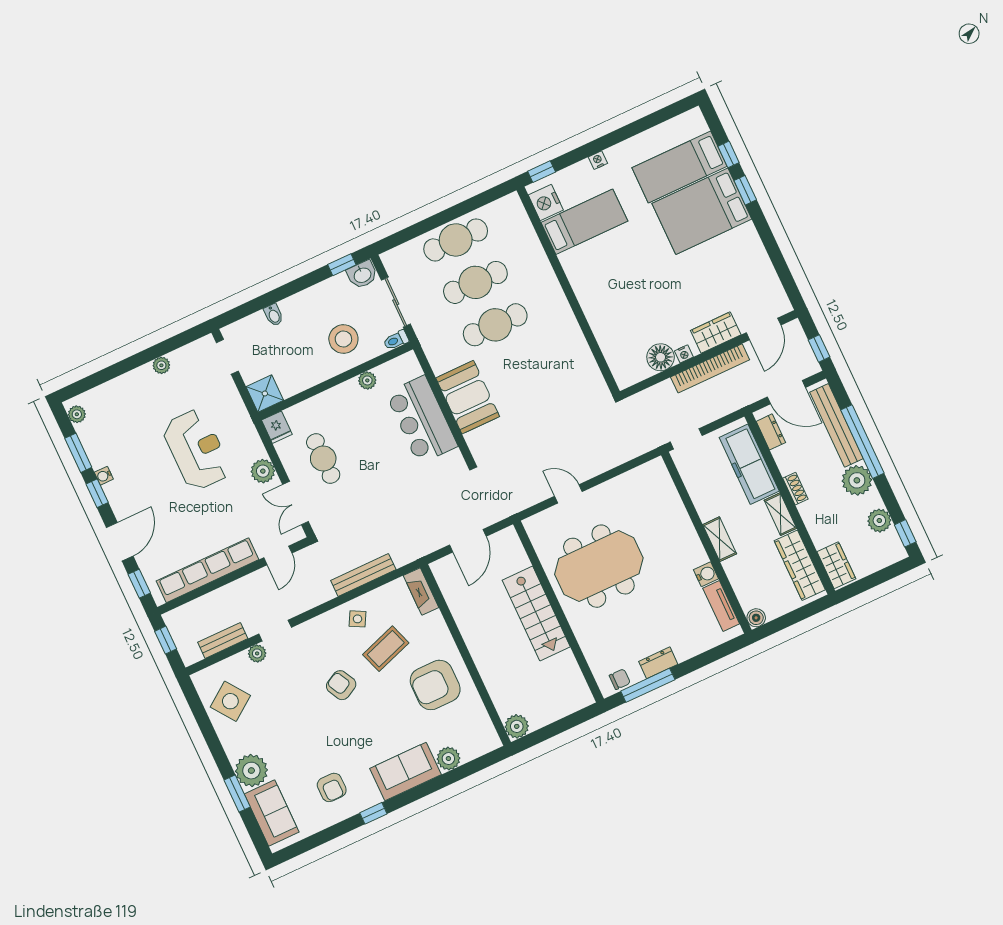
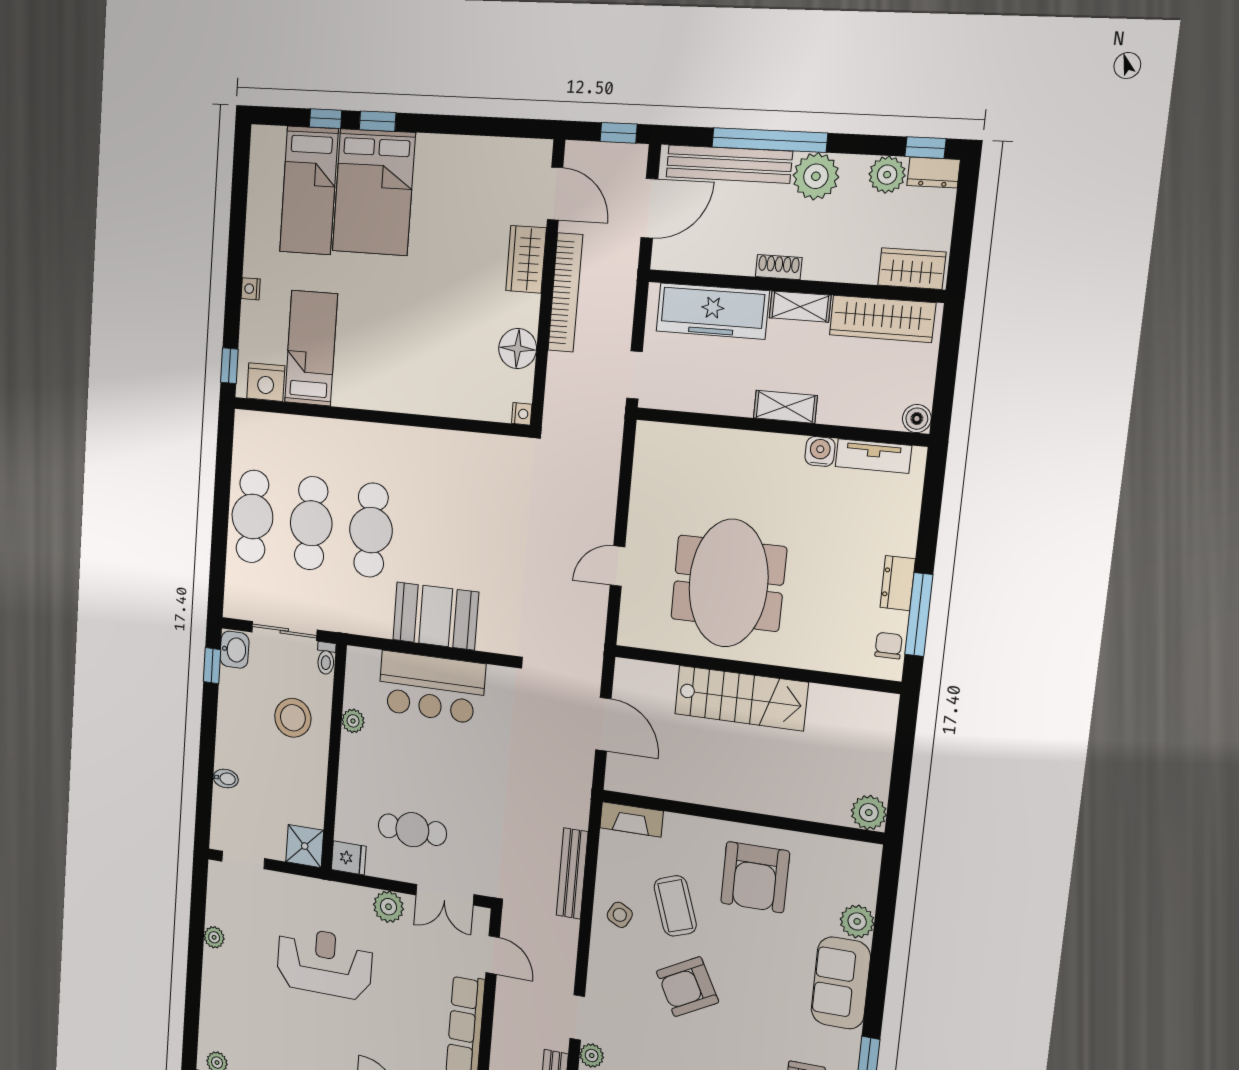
nightstand: (684, 354) -> (522, 414), moved
dresser: (771, 432) -> (933, 173), moved, turned 180
armchair: (341, 685) -> (687, 987), width x1.38, depth x1.38

